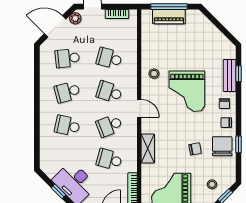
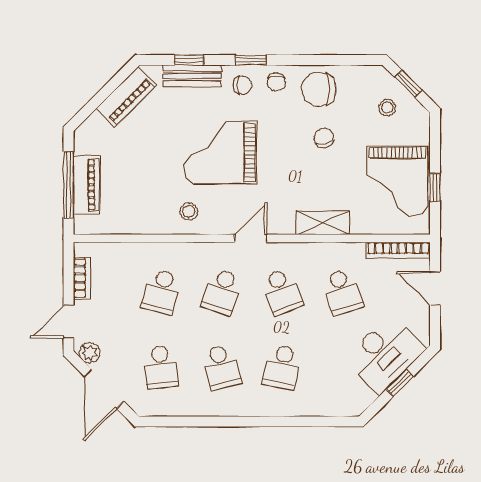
piano: (218, 39) -> (126, 97), added
grand piano: (187, 91) -> (220, 153), turned 180
window: (239, 144) -> (251, 60), moved
school desk: (109, 159) -> (343, 292), turned -33

